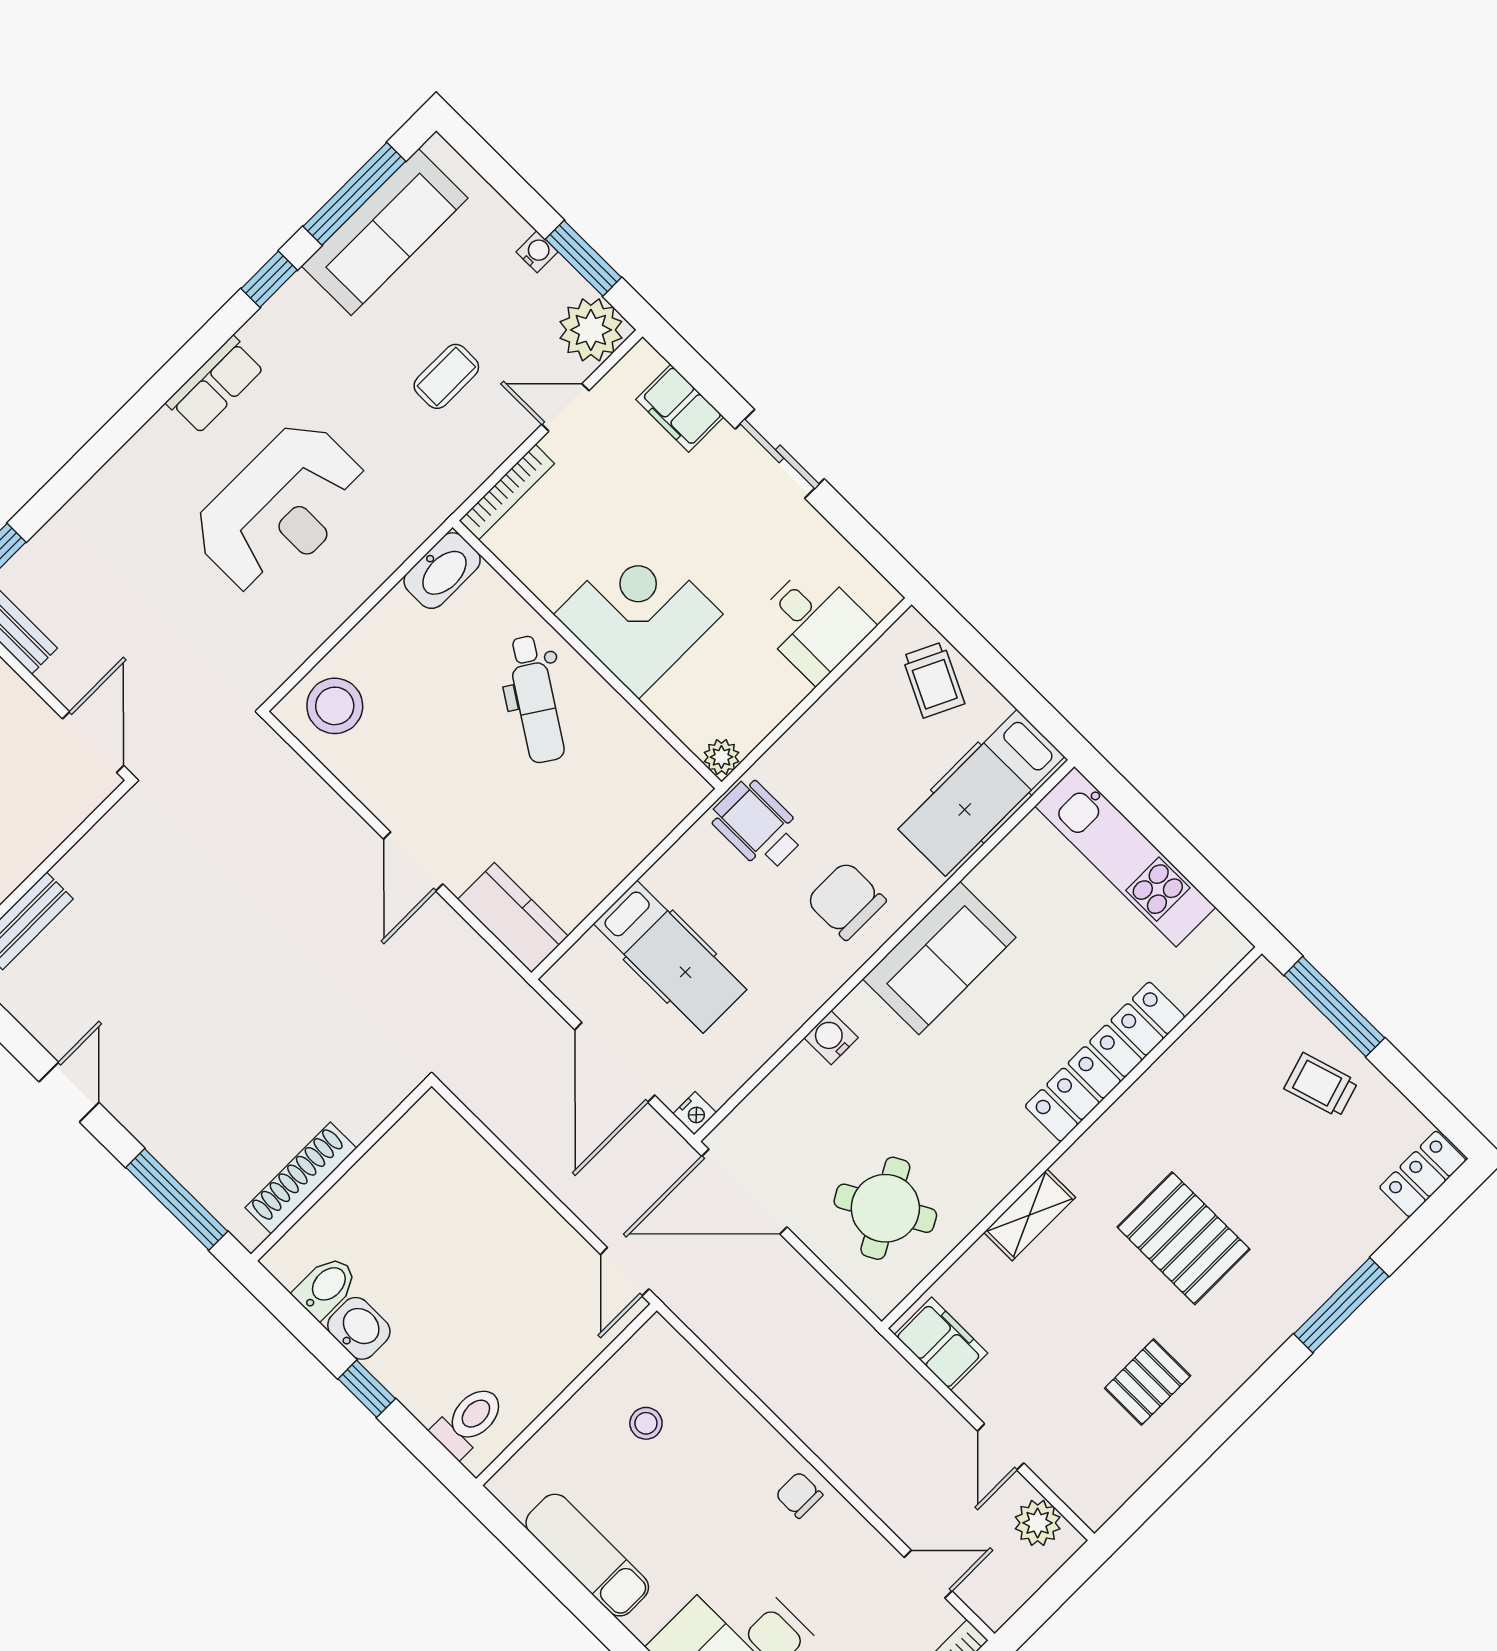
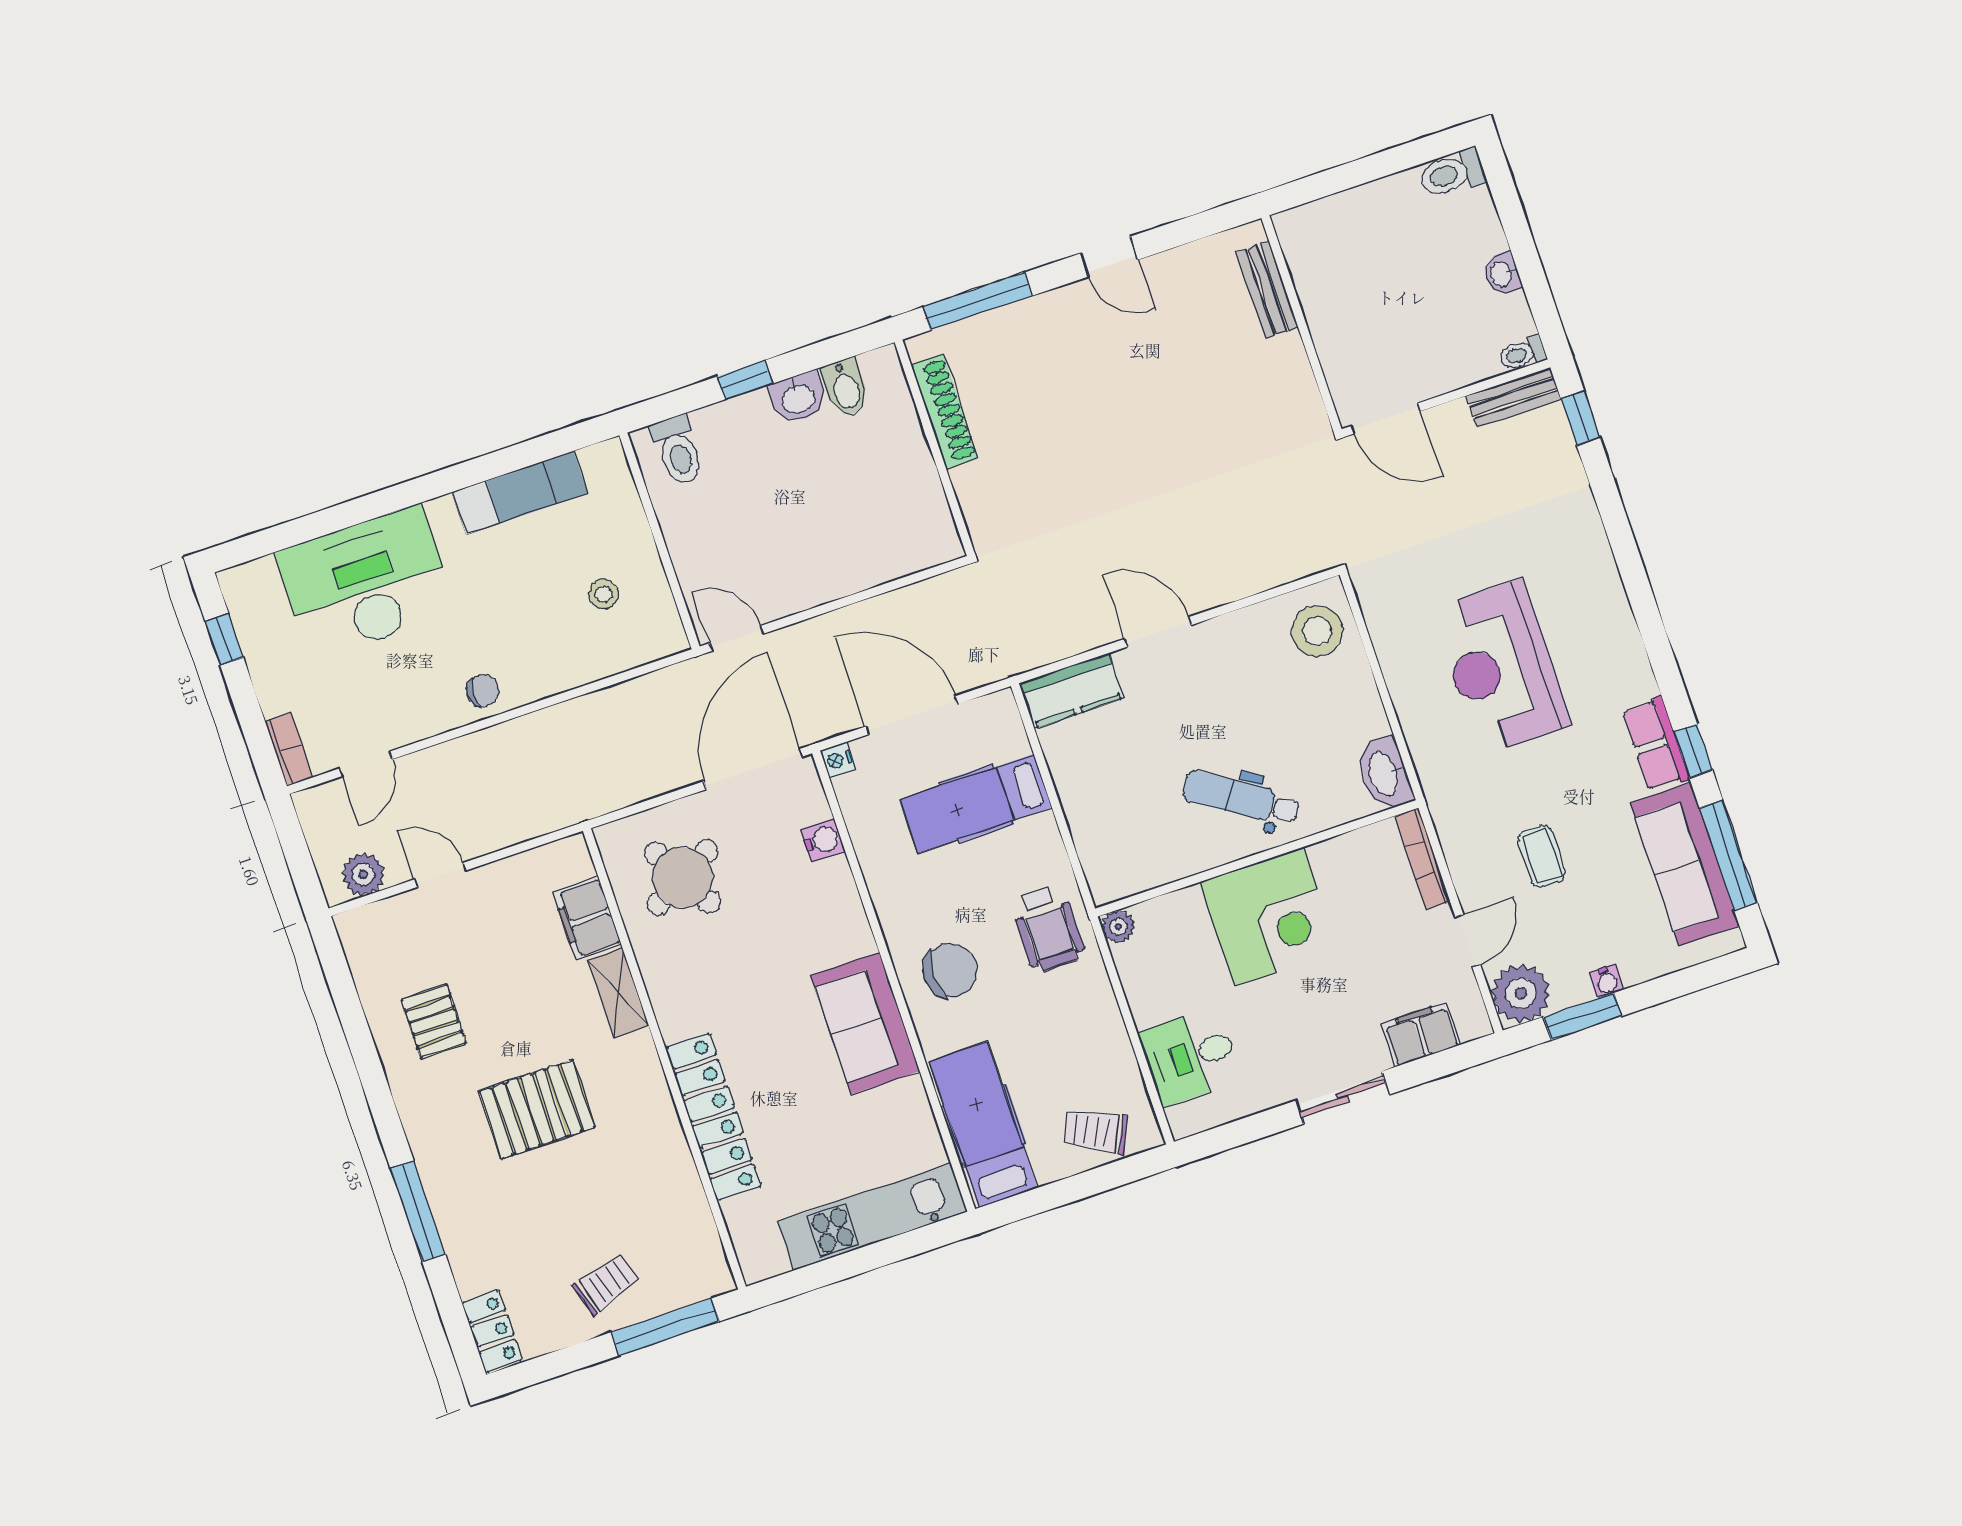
row of seats: (215, 385) -> (1656, 744), moved
wheelchair: (757, 825) -> (1048, 928), turned 90
water cooler: (831, 1038) -> (823, 840), moved
filing cabinet: (941, 1344) -> (587, 918), moved, turned 90

